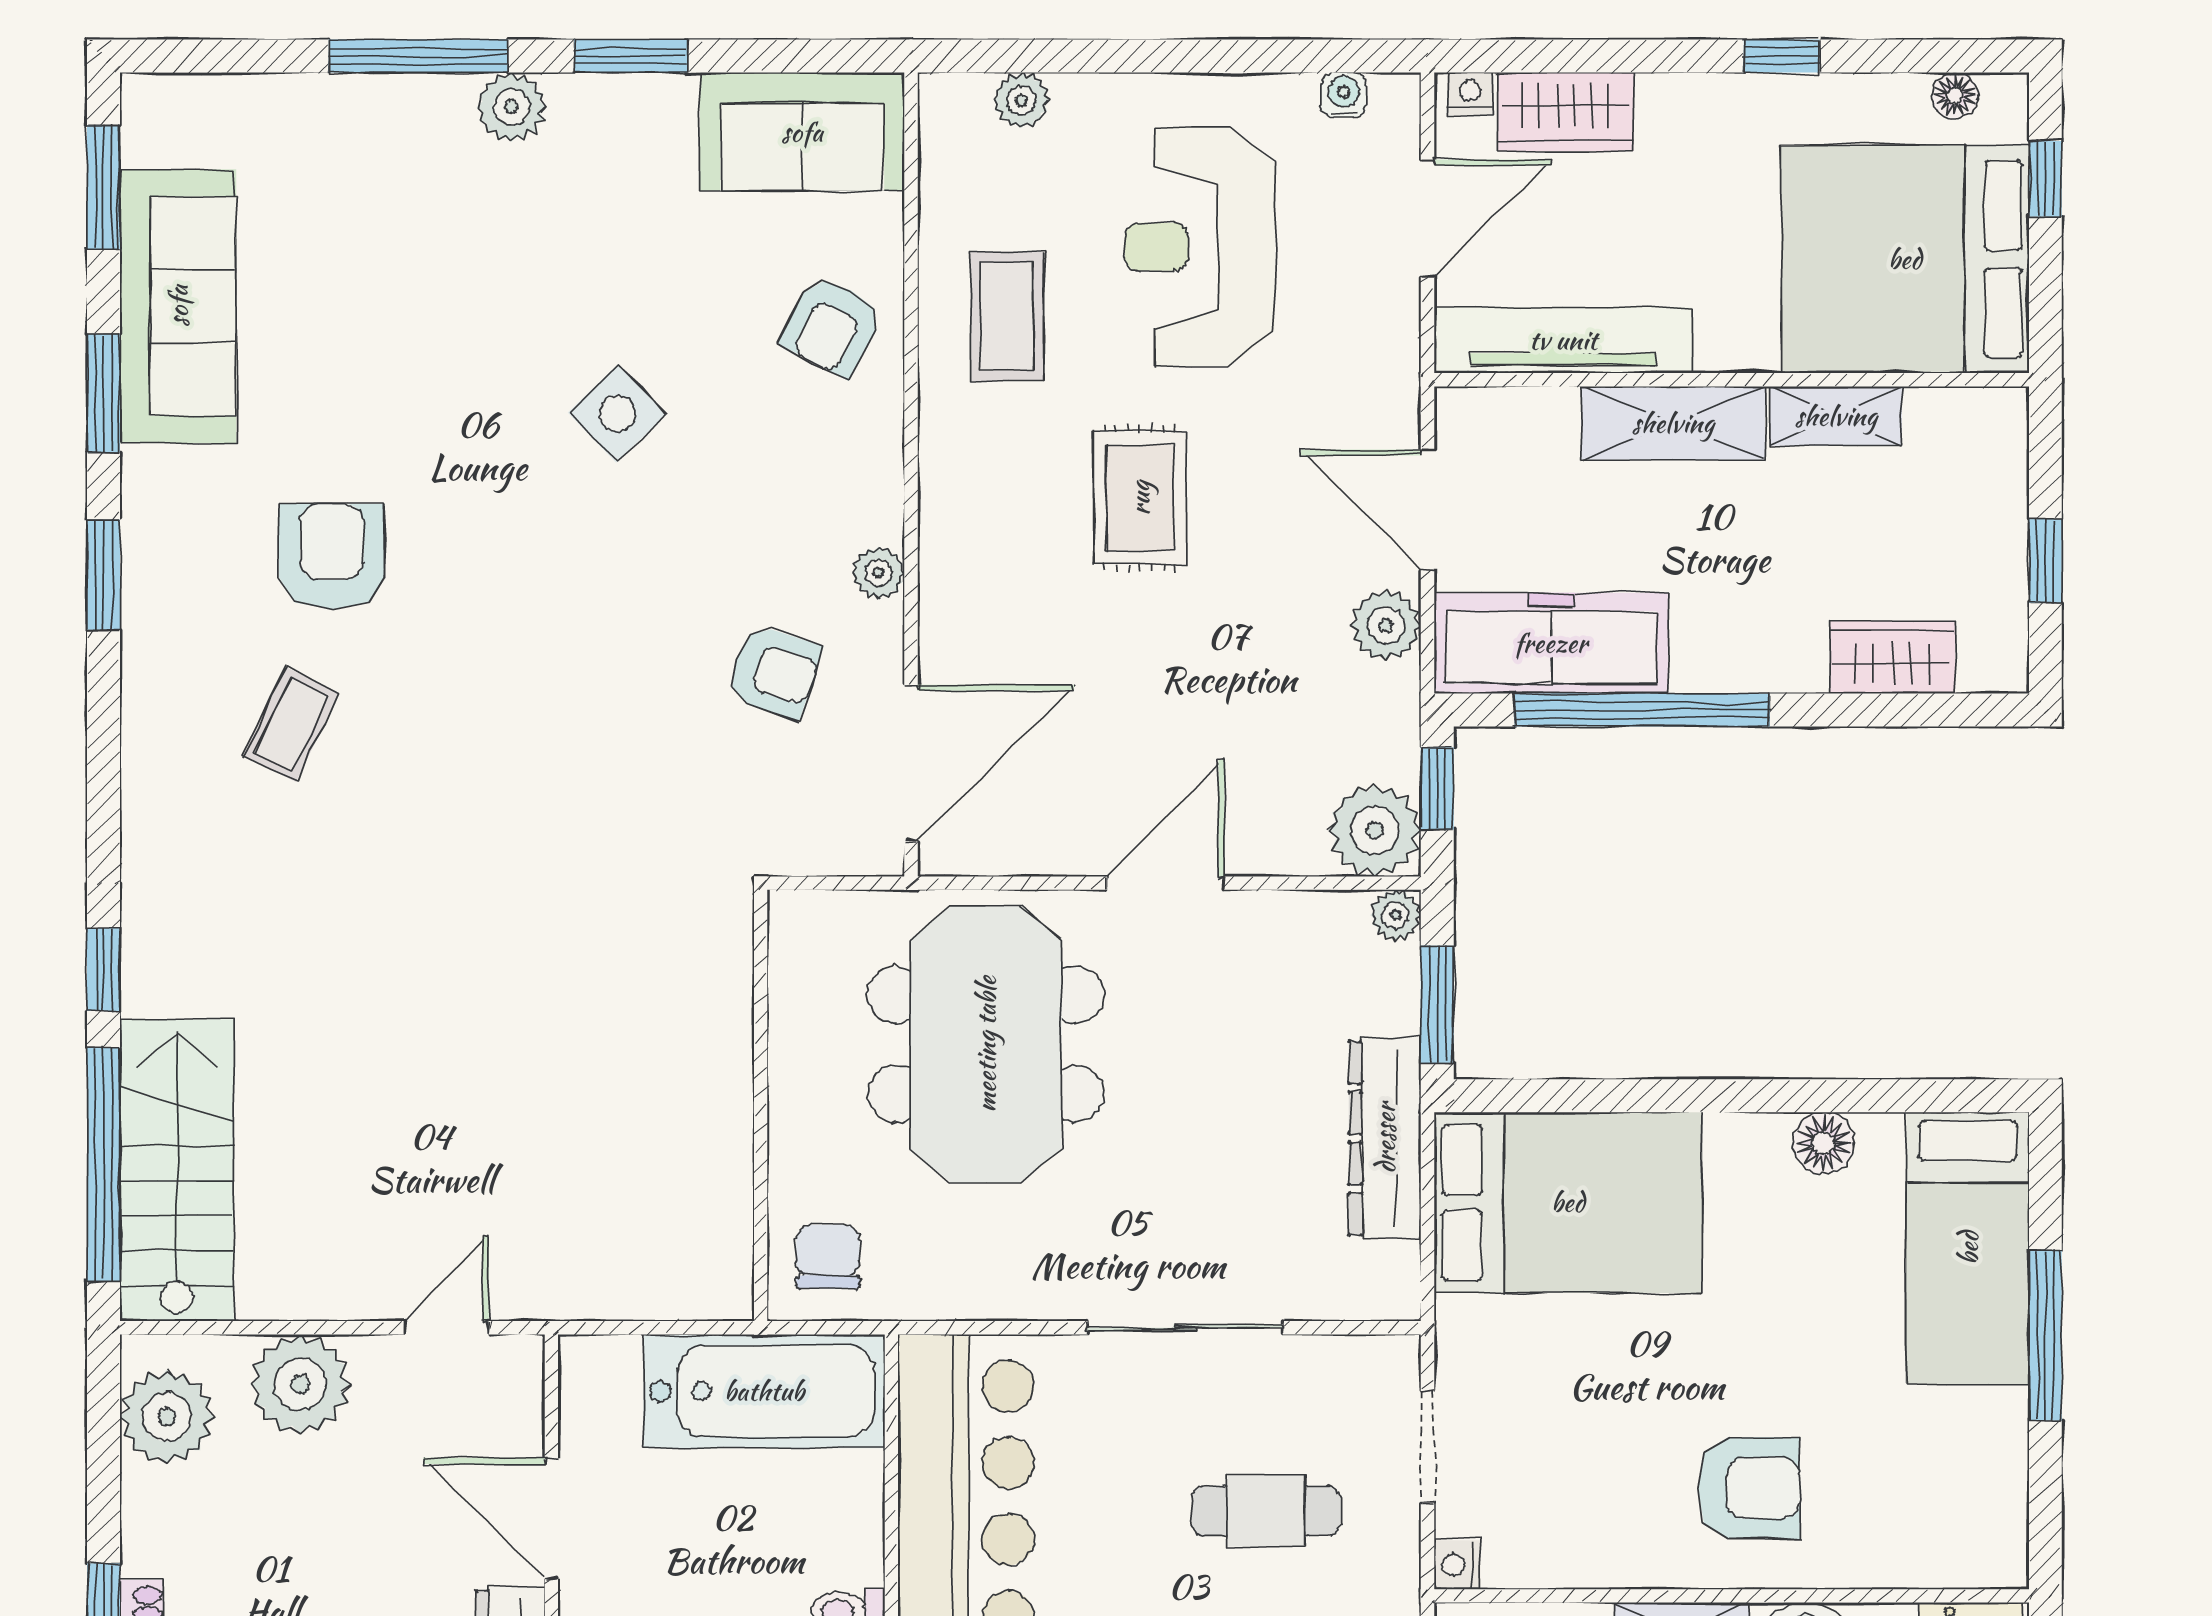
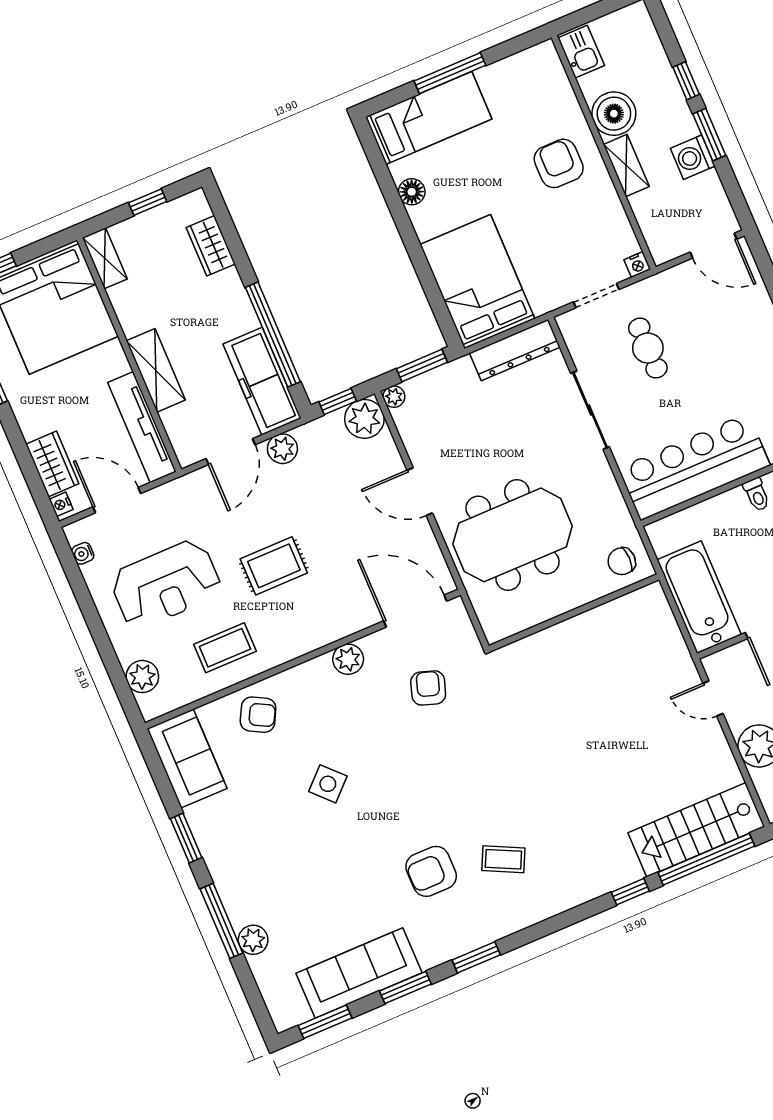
plant: (1021, 100) -> (142, 677), width x1.38, depth x1.38
plant: (511, 107) -> (253, 940), moved
shelving: (1836, 416) -> (105, 258), moved
plant: (878, 573) -> (348, 659), width x1.38, depth x1.38
armchair: (774, 672) -> (428, 688), moved
dresser: (1385, 1138) -> (515, 350), moved
bathtub: (764, 1391) -> (699, 597), moved

